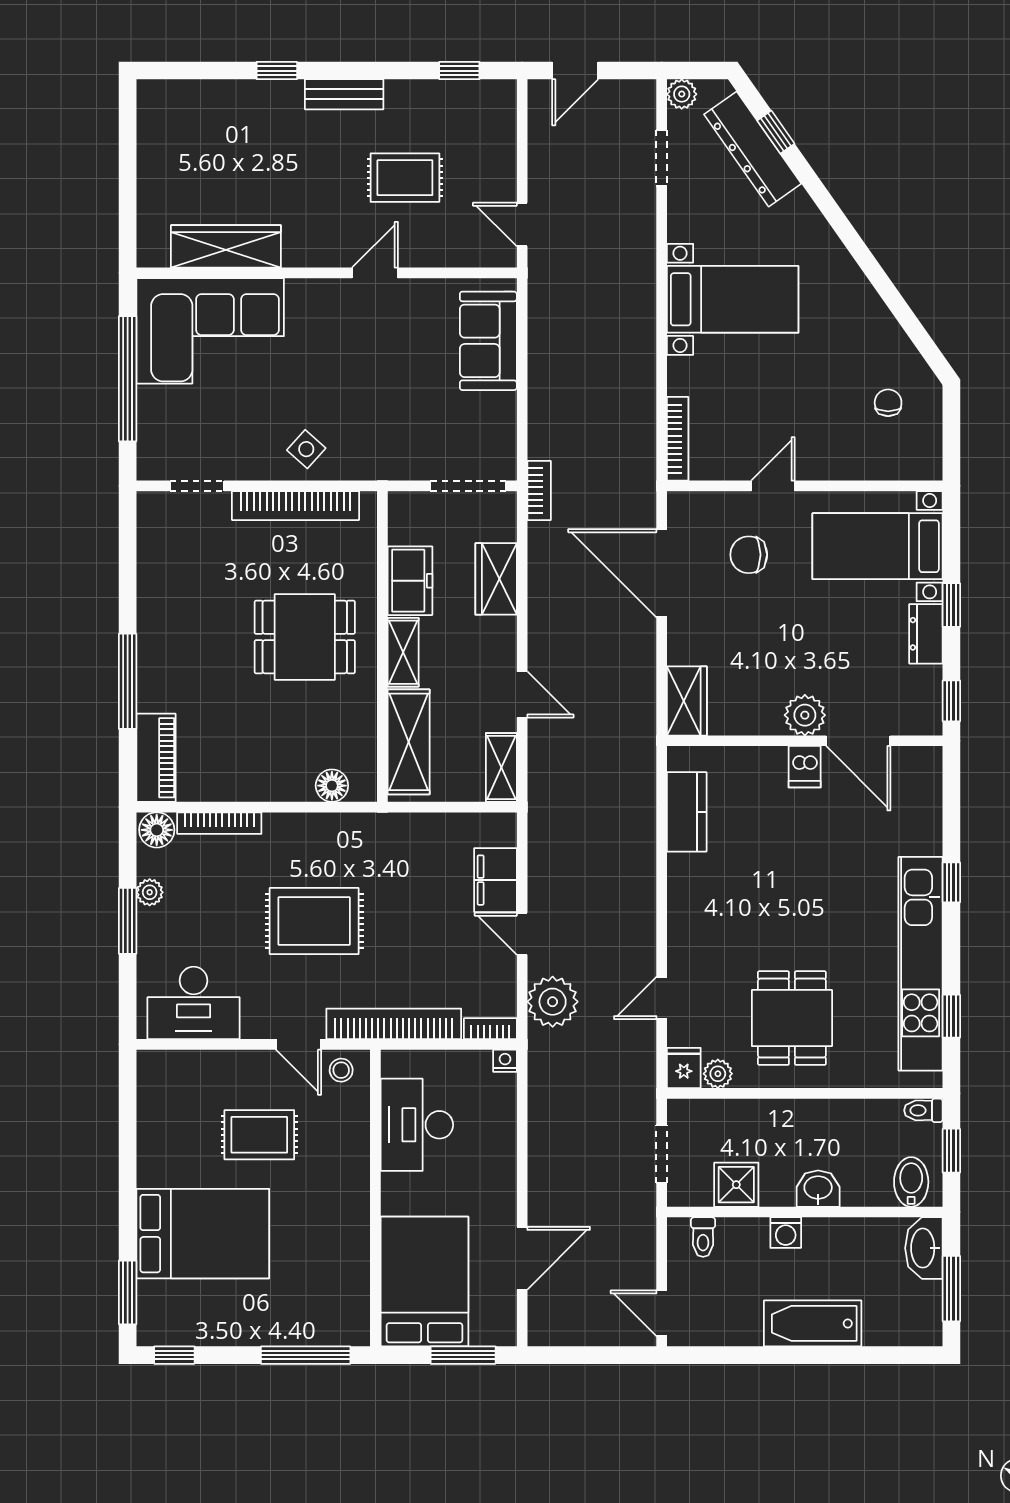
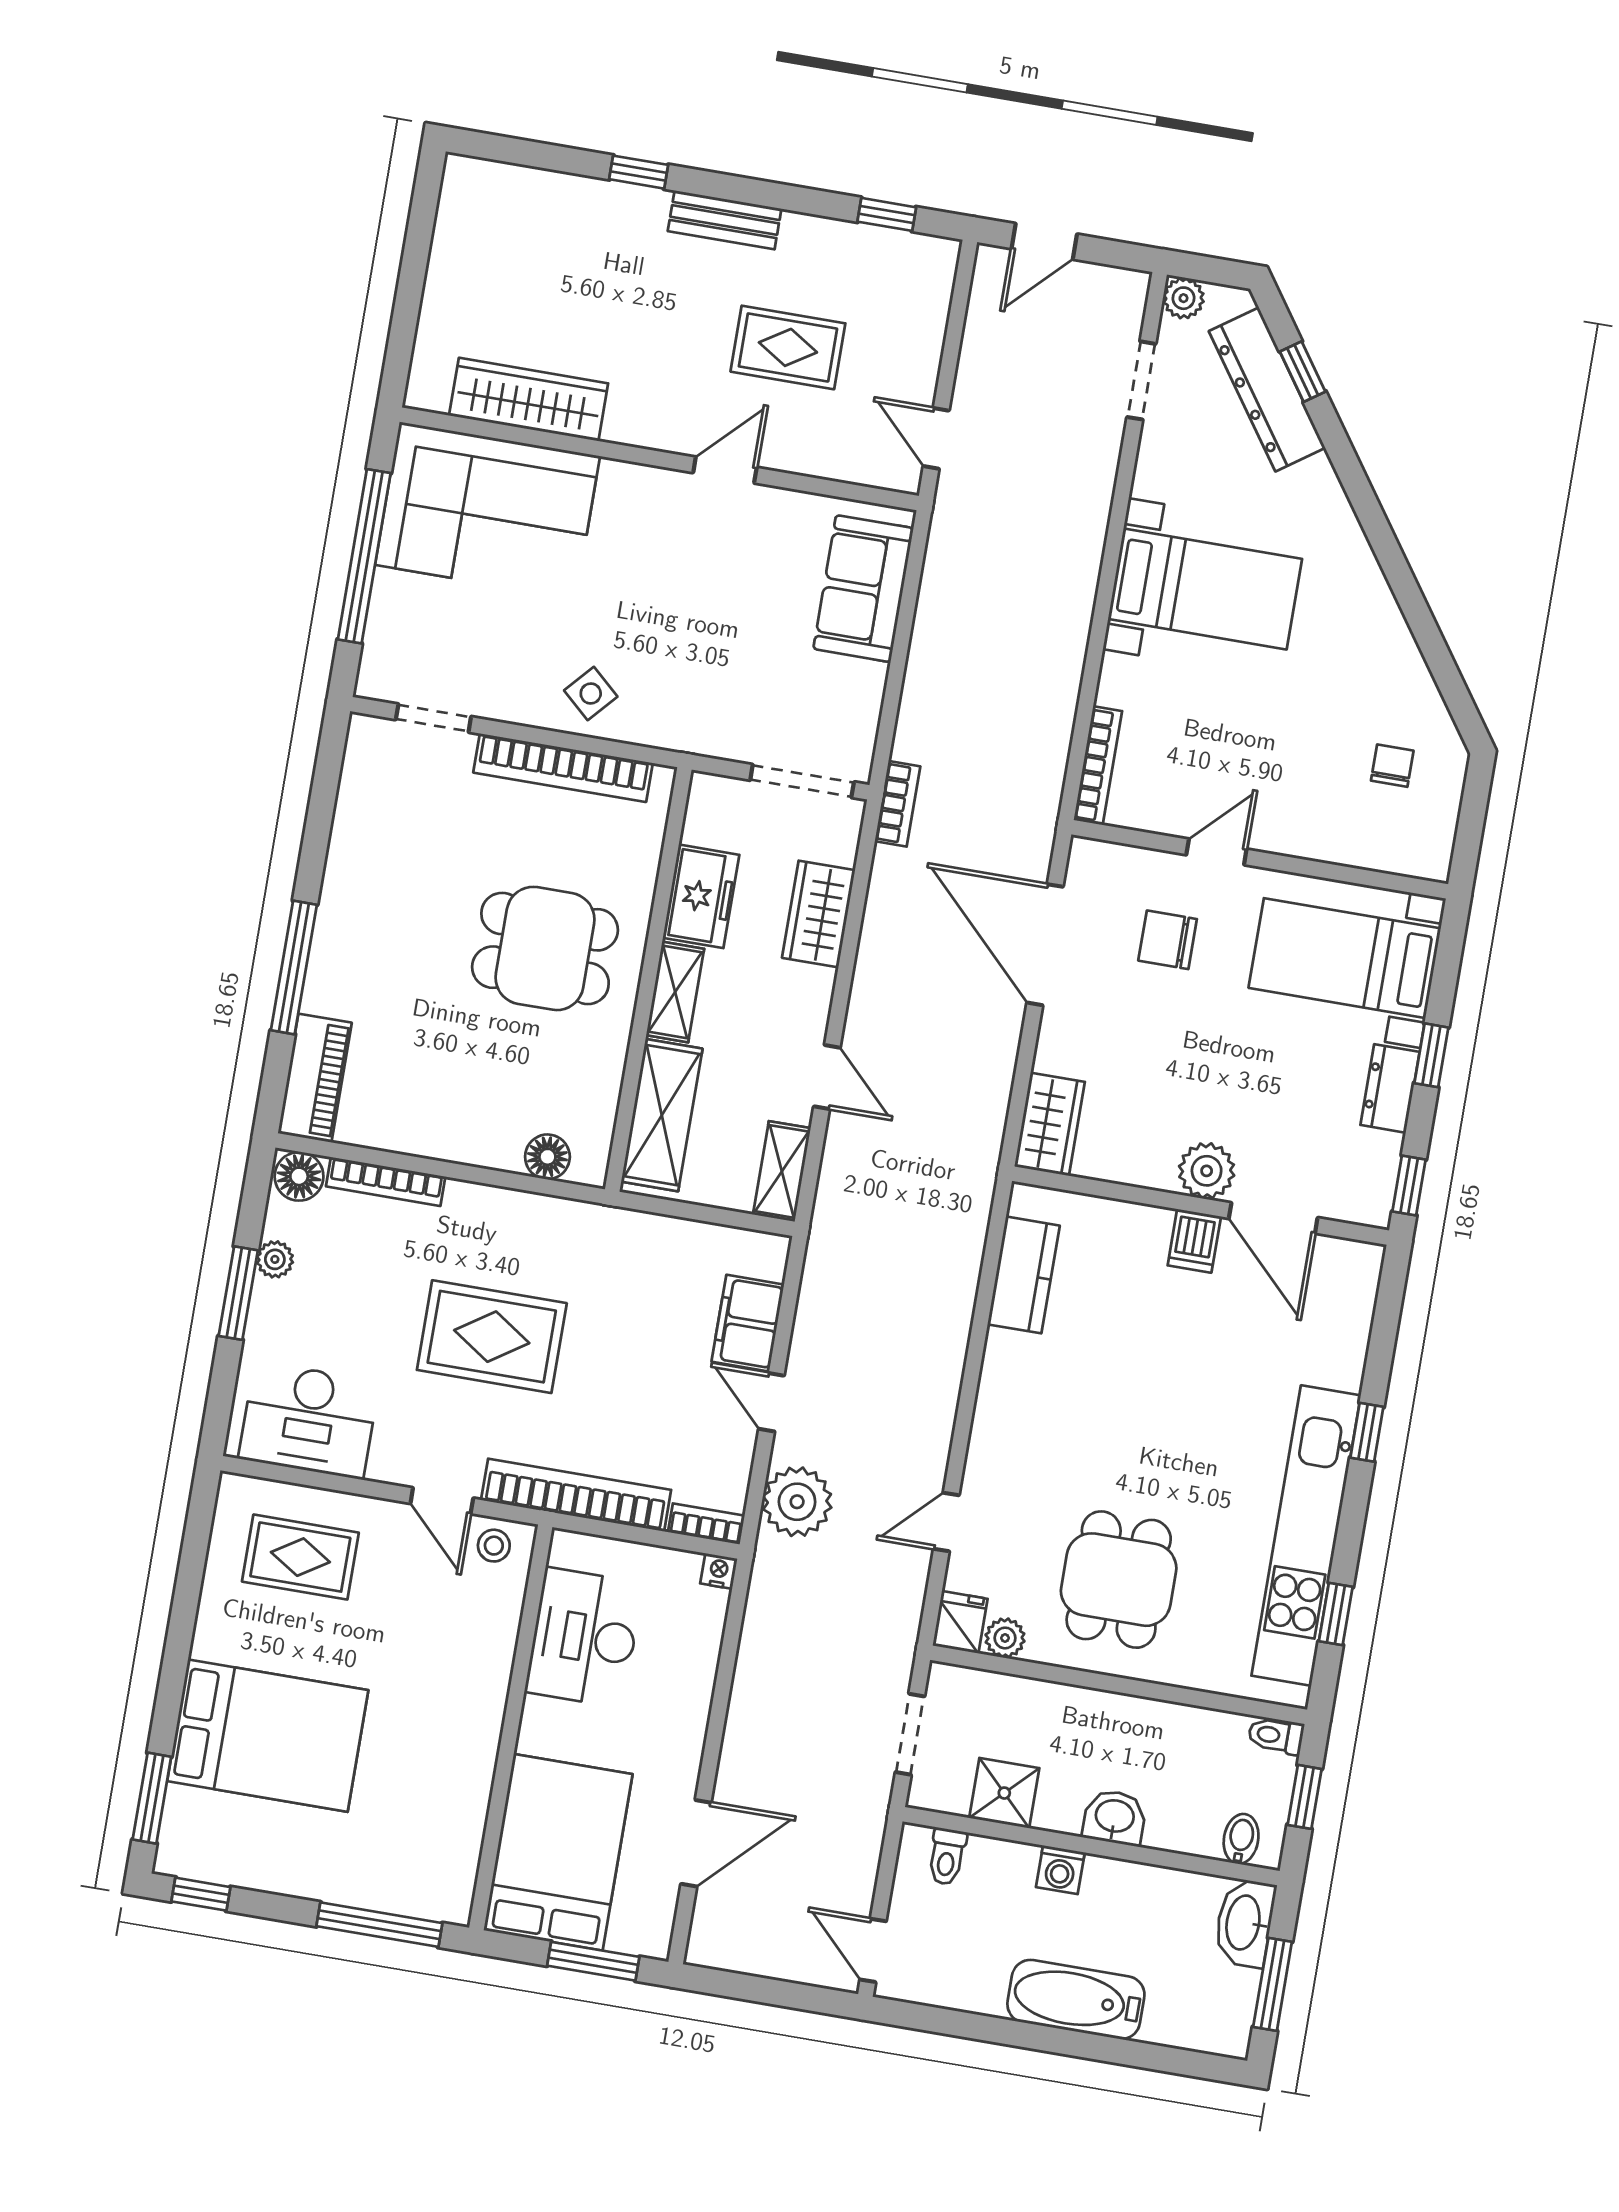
rug: (259, 1135) -> (300, 1557), moved
bidet: (911, 1182) -> (1241, 1839), width x0.72, depth x0.74

